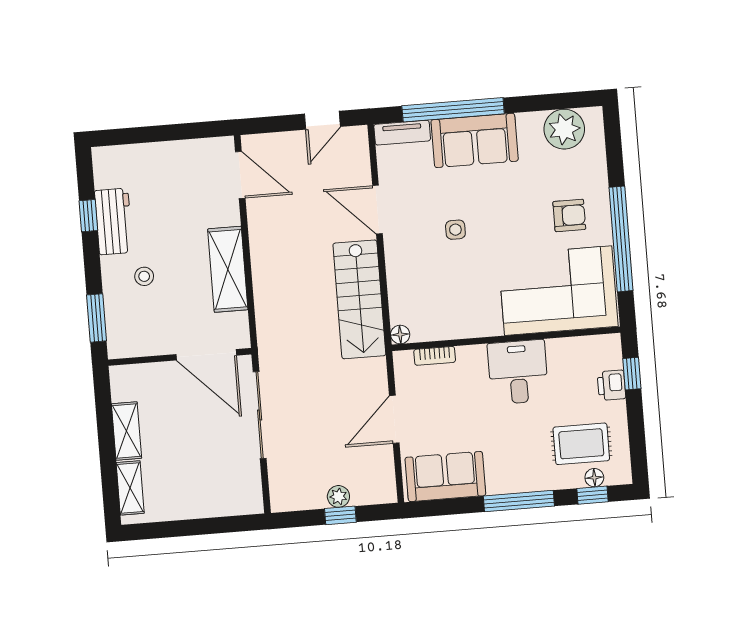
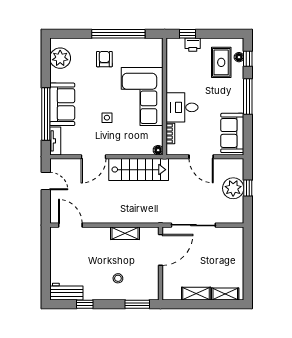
door: (240, 175) -> (70, 225), hinge flipped
workbench: (114, 221) -> (66, 292), moved
shelving: (228, 269) -> (125, 233), width x0.67, depth x0.75
corner sofa: (558, 291) -> (142, 96), moved
desk: (518, 372) -> (182, 107), moved
plant: (338, 496) -> (233, 188), width x1.88, depth x1.88

